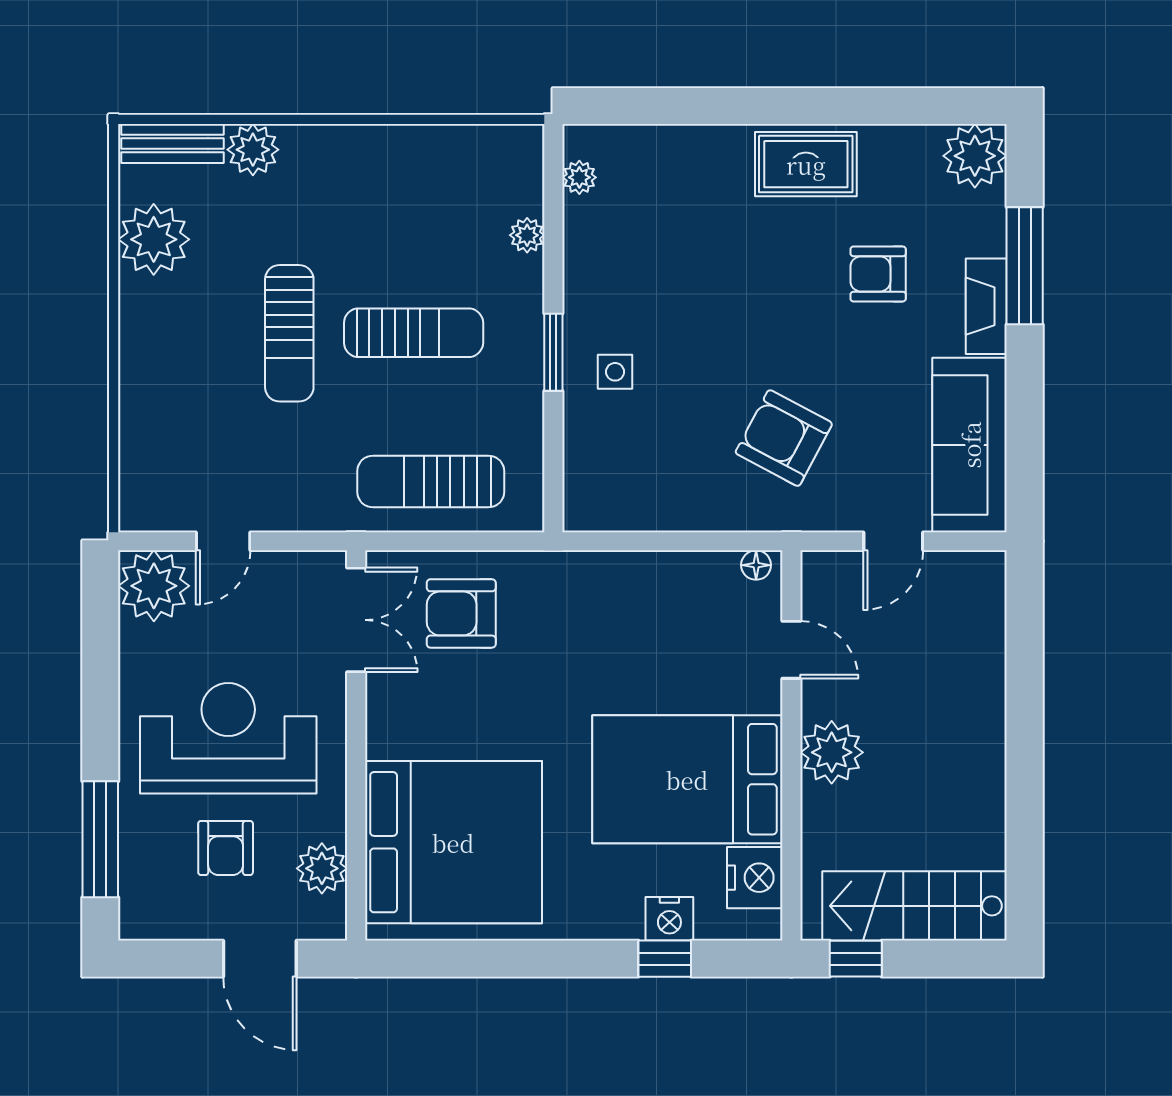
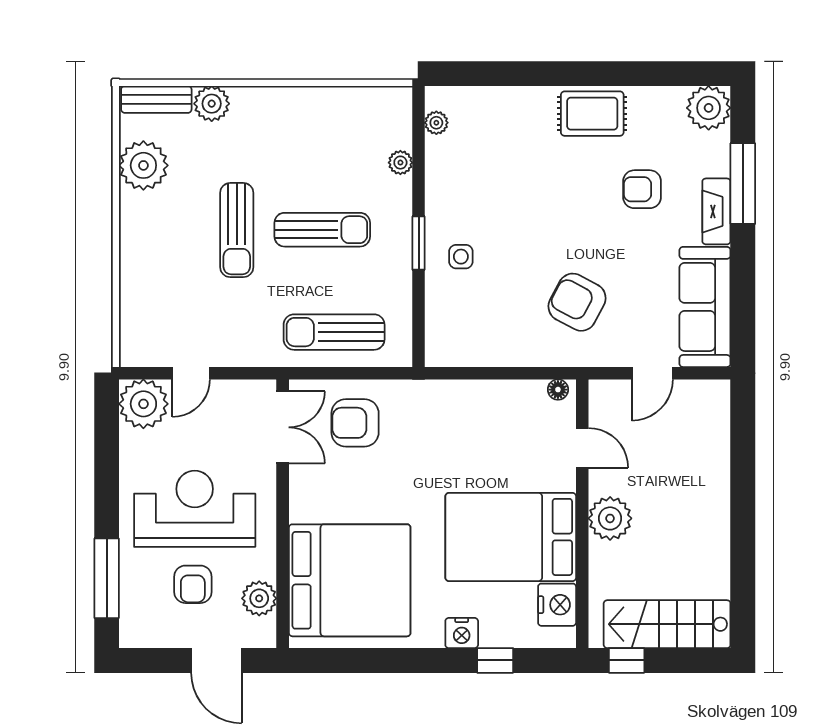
nightstand: (669, 919) -> (462, 633), moved

